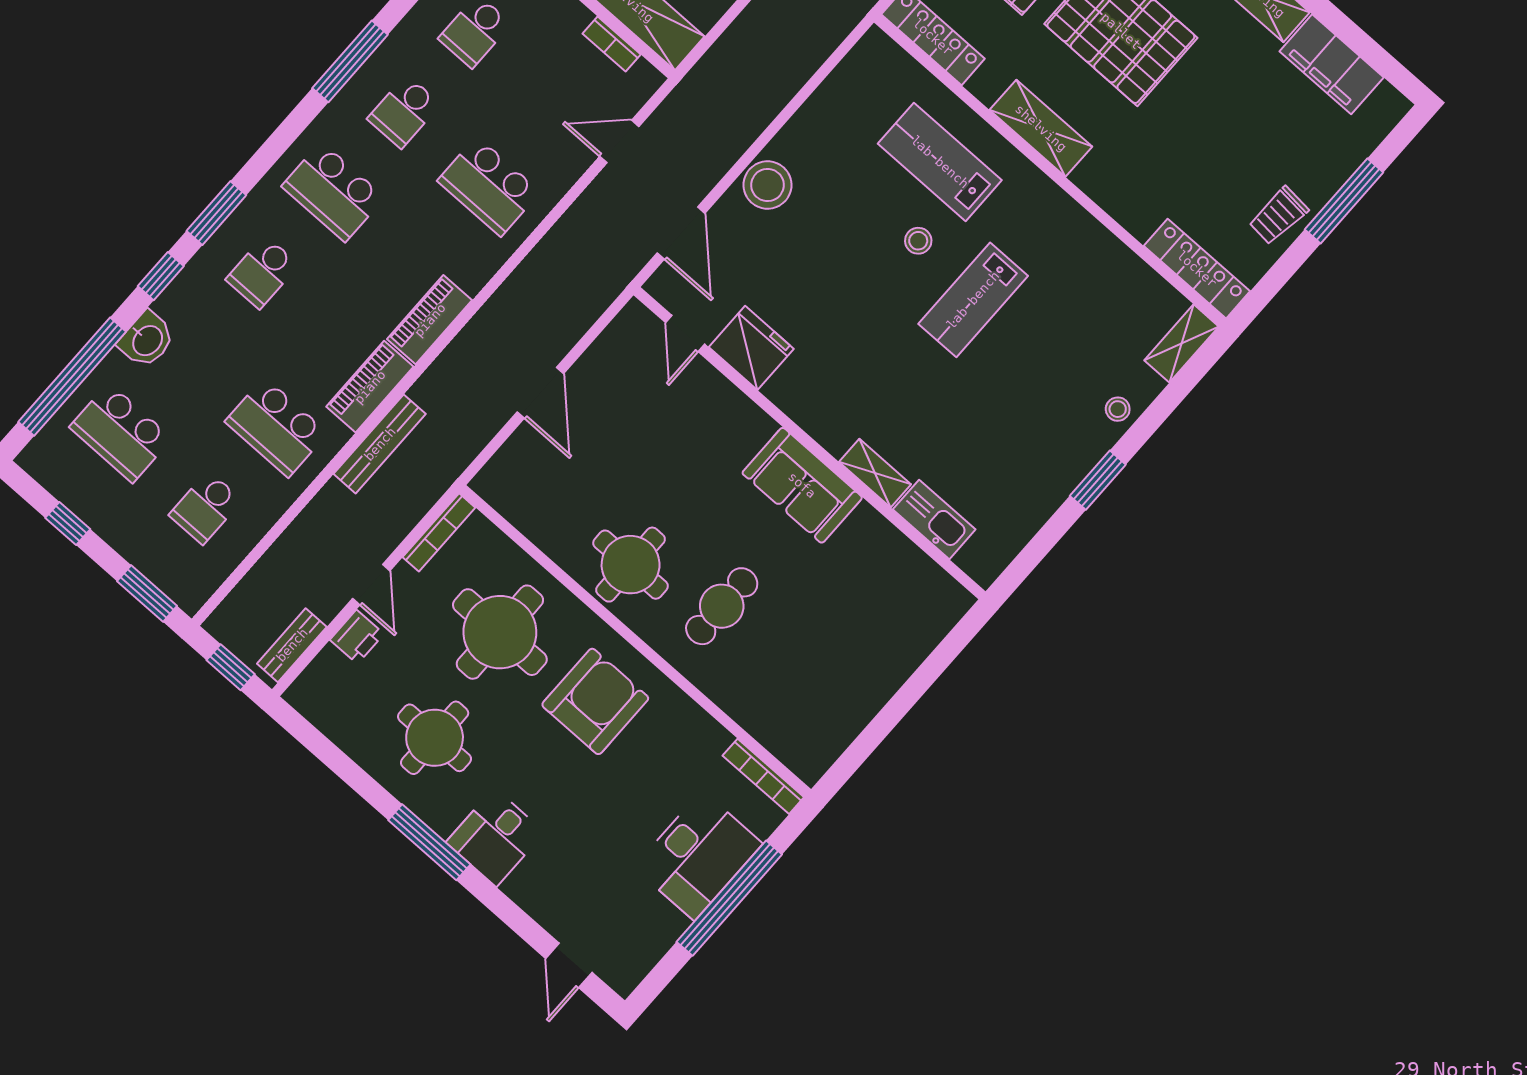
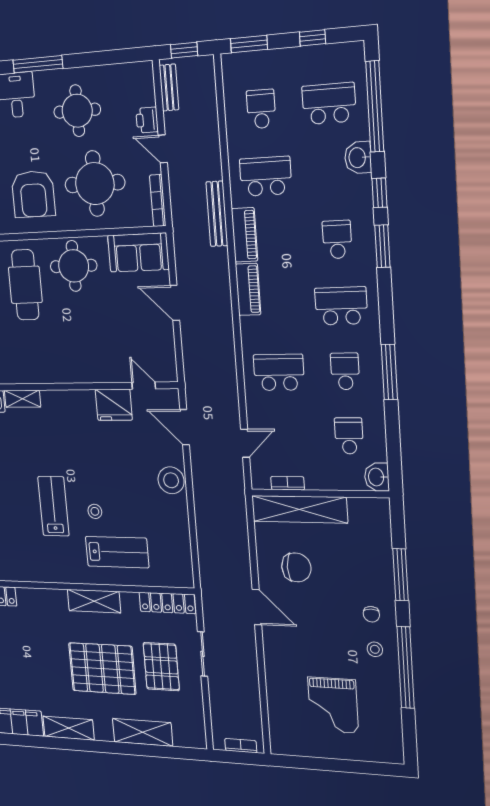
sofa: (802, 485) -> (138, 252), moved, turned 180
cafe table: (722, 606) -> (25, 285), width x1.37, depth x1.35

